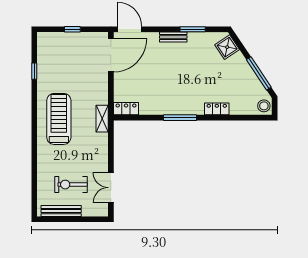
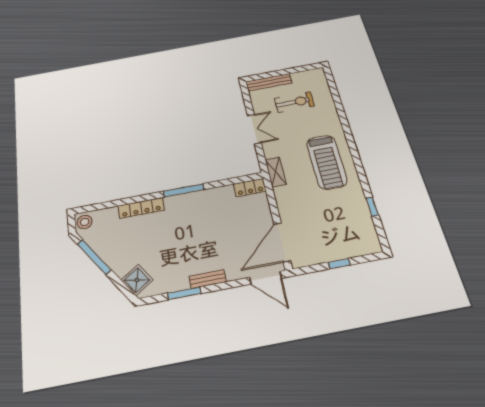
locker: (217, 109) -> (141, 208), width x1.53
double door: (111, 188) -> (254, 129), moved
bench: (61, 211) -> (269, 82), moved

